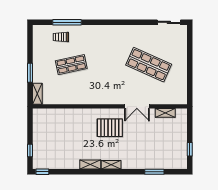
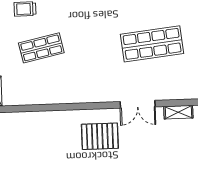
shop shelf: (149, 65) -> (152, 44), turned -30

